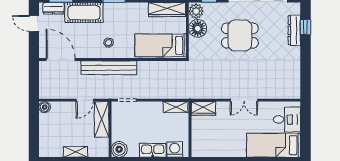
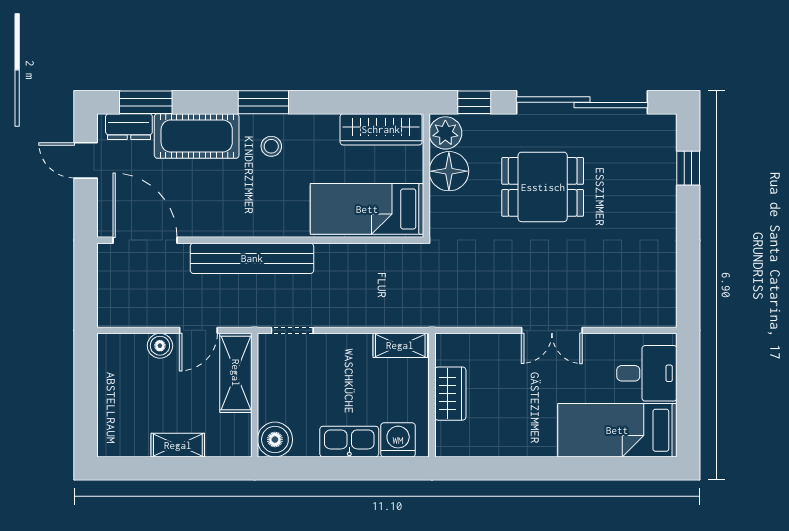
dresser: (294, 30) -> (664, 176), removed
stool: (109, 43) -> (271, 146), moved
boiler: (45, 107) -> (160, 346), moved
wardrobe: (203, 108) -> (450, 394), moved, turned -90

